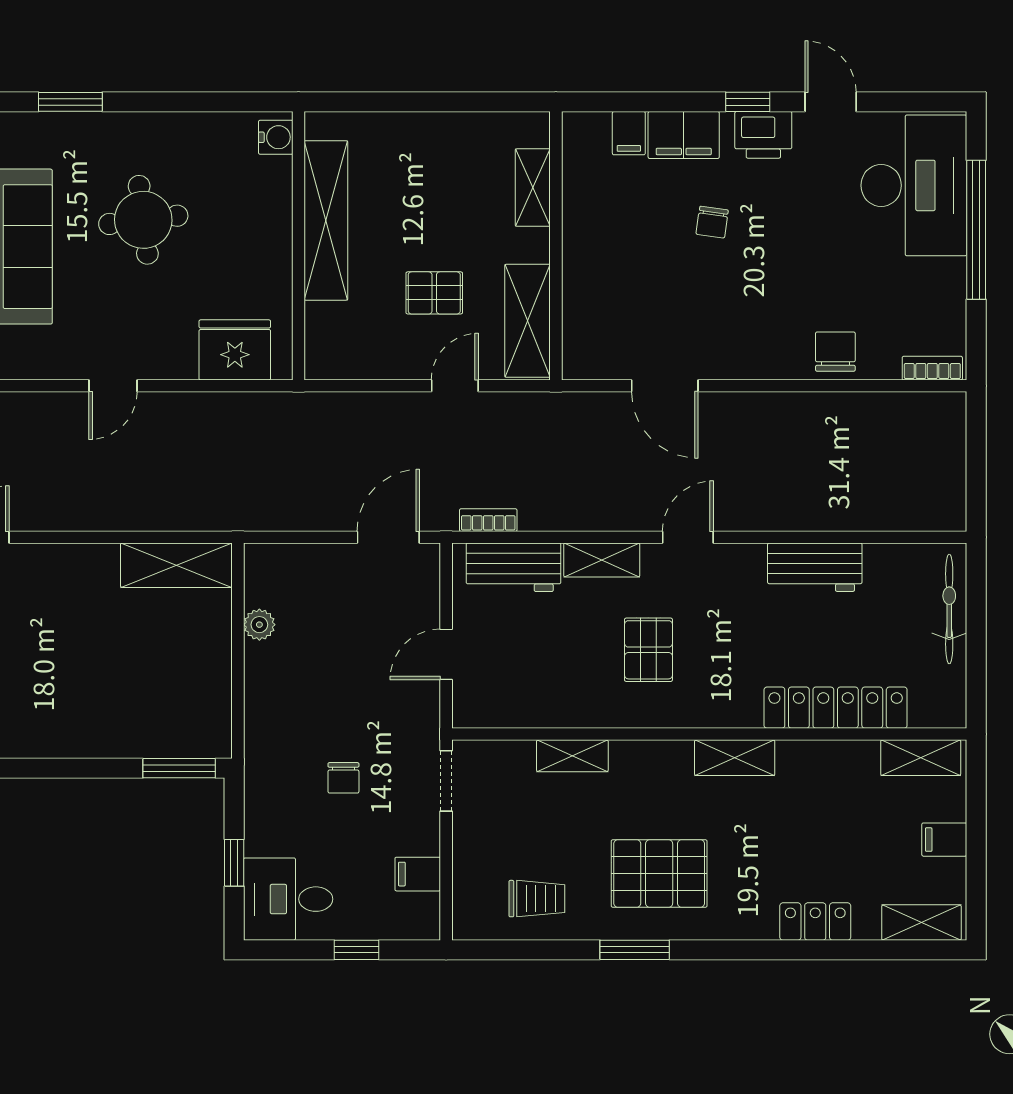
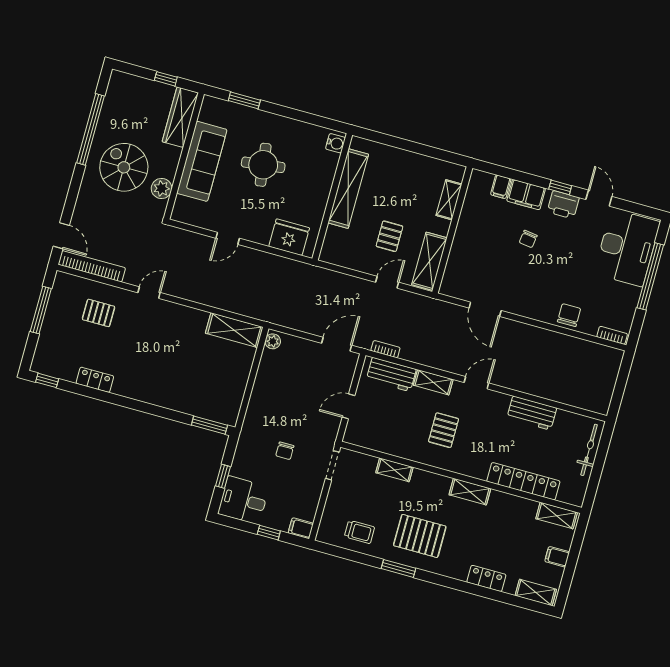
pallet: (434, 293) -> (389, 236), turned 90
plant: (259, 625) -> (273, 341), moved
filing cabinet: (418, 874) -> (301, 528), moved

